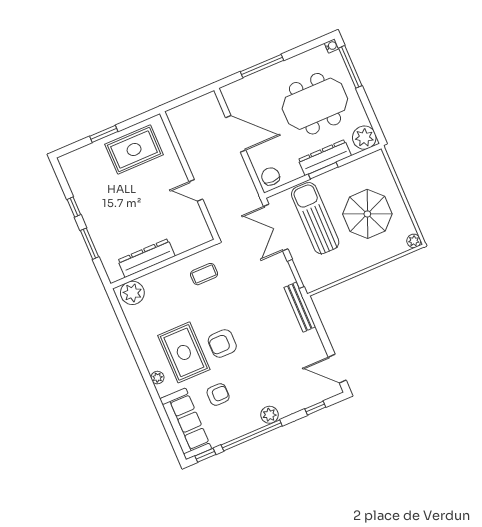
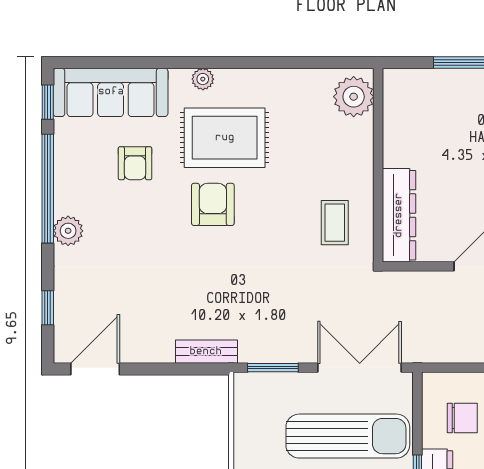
chair: (271, 176) -> (462, 418), moved
dresser: (146, 258) -> (399, 215), moved
bench: (300, 307) -> (206, 352), width x0.73

